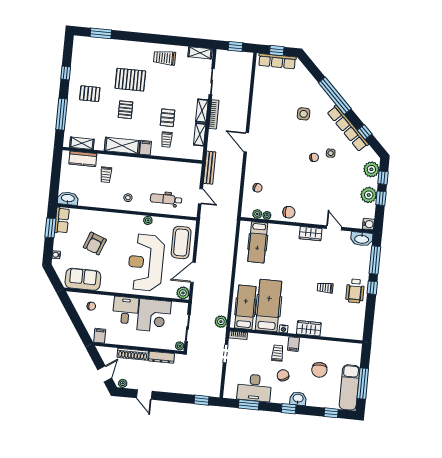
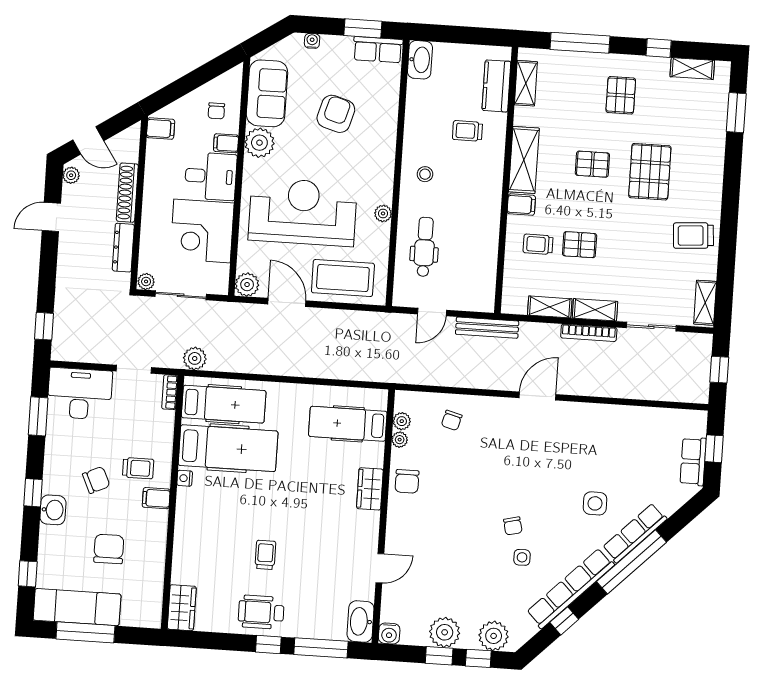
shelving: (77, 56) -> (692, 69), added
trolley: (165, 58) -> (693, 235), turned -94
row of seats: (277, 61) -> (693, 461), width x0.68
row of seats: (320, 94) -> (635, 533), added
wardrobe: (311, 234) -> (370, 489), moved
armchair: (95, 243) -> (336, 114), turned 85
plant: (109, 284) -> (259, 143), added
filing cabinet: (108, 302) -> (226, 143), added
wardrobe: (309, 328) -> (182, 608), moved
chair: (319, 370) -> (109, 549), turned 90
desk: (254, 388) -> (80, 394), moved, turned 90

